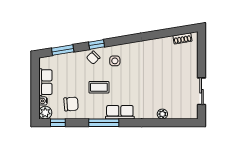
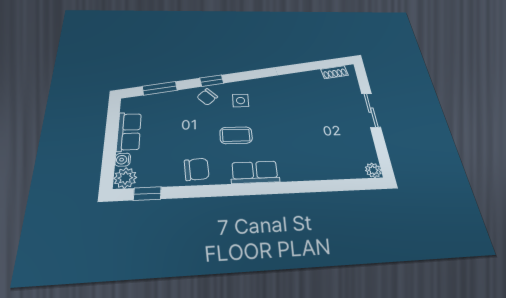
coffee table: (99, 87) -> (236, 135), moved
sliding door: (202, 91) -> (371, 110), moved
chair: (71, 104) -> (197, 169), moved
plant: (162, 114) -> (373, 170), moved
window: (104, 123) -> (229, 190), removed

